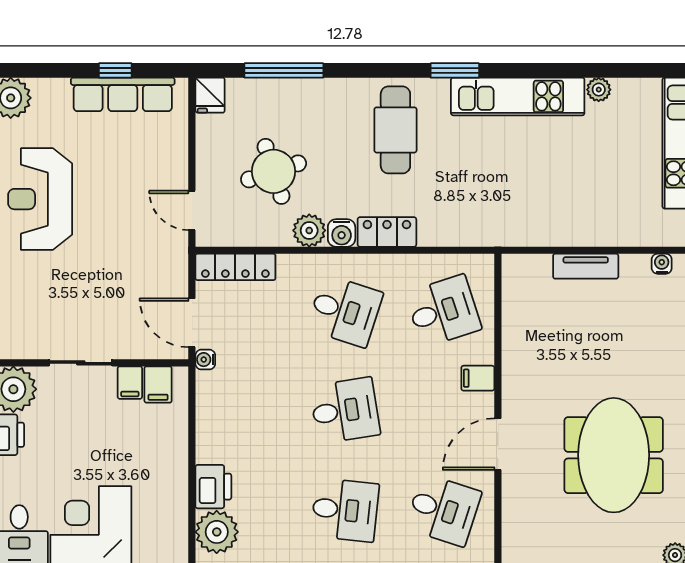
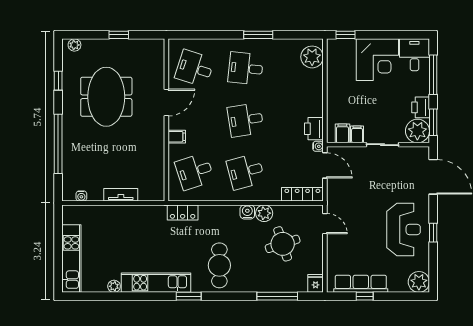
locker: (387, 232) -> (183, 212), moved
desk: (345, 311) -> (246, 172), turned -33
printer: (213, 487) -> (314, 129), moved

